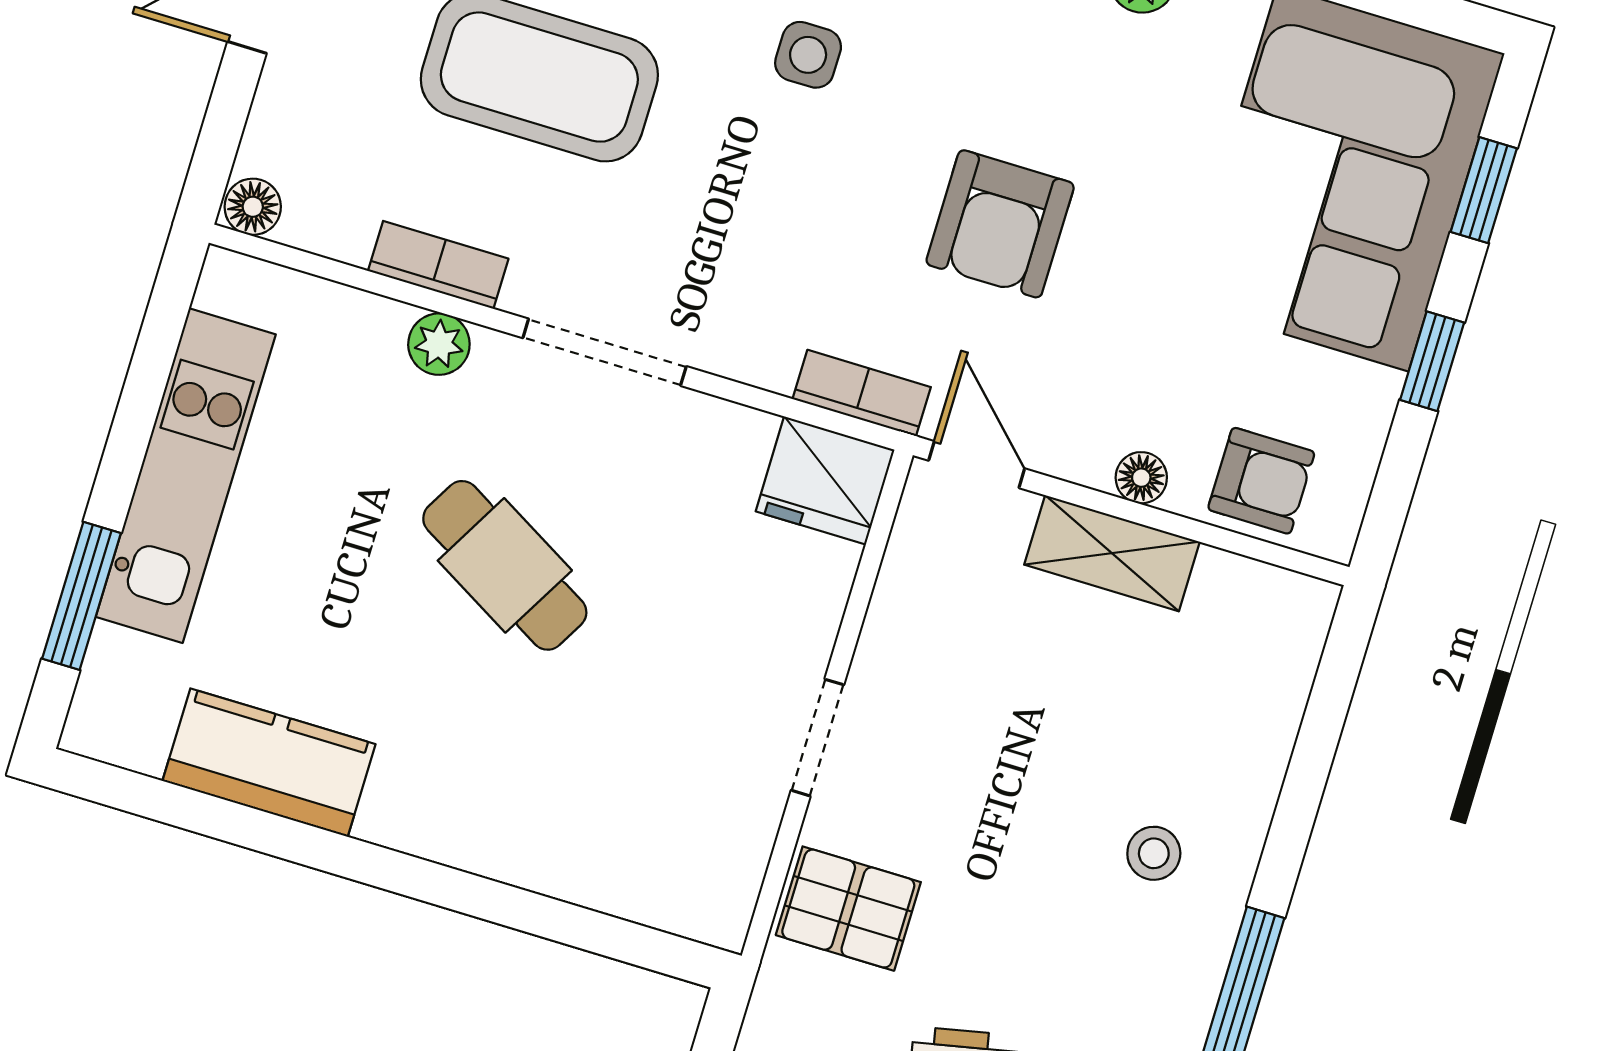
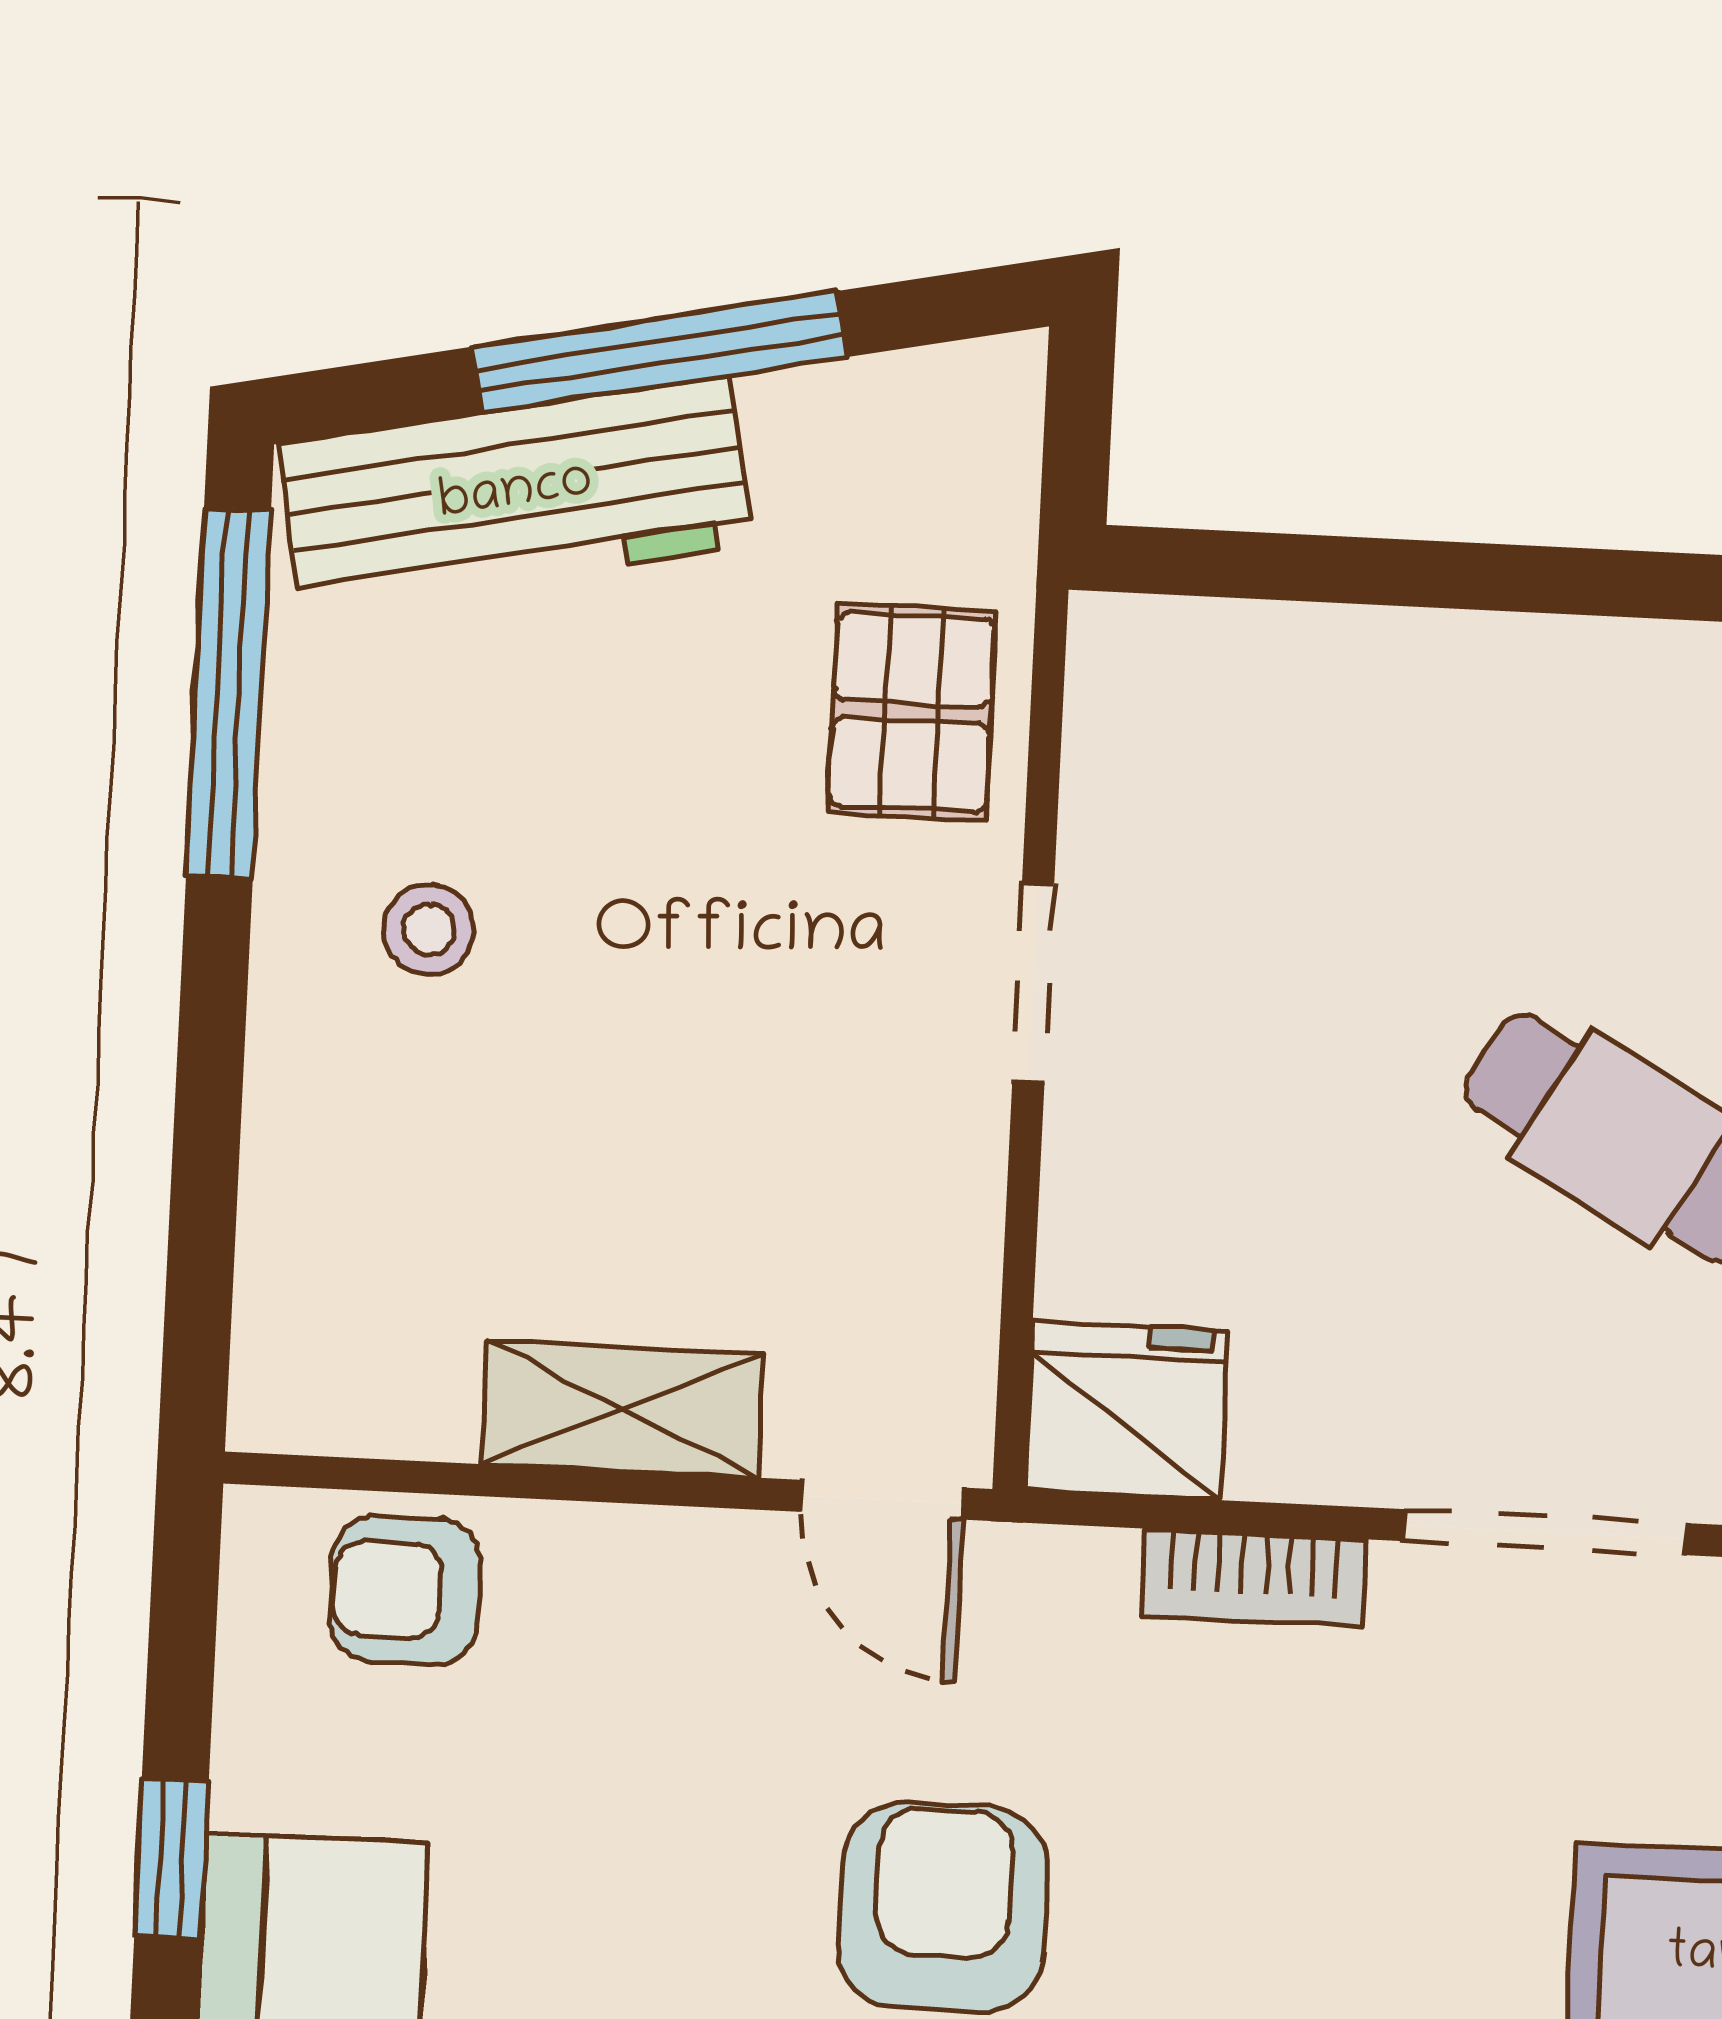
bookcase: (862, 393) -> (1254, 1578), moved
floor lamp: (1141, 478) -> (605, 1546), removed
pallet: (848, 909) -> (912, 712), turned 90

